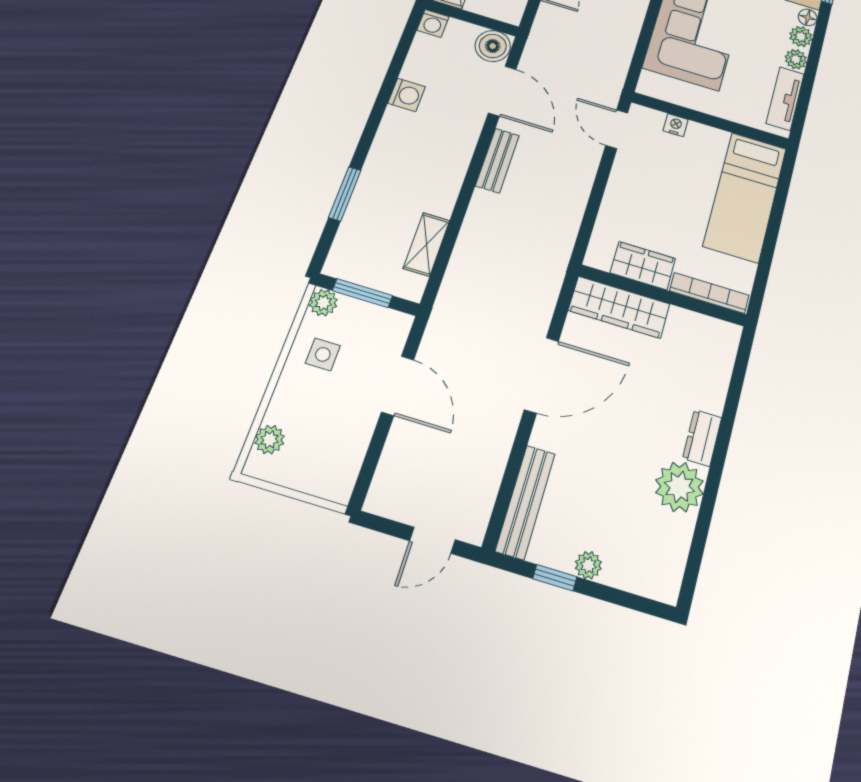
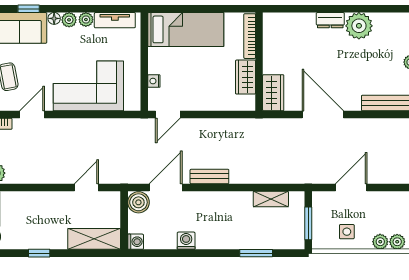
plant: (323, 303) -> (380, 242), moved
wardrobe: (619, 307) -> (273, 93), width x0.67

